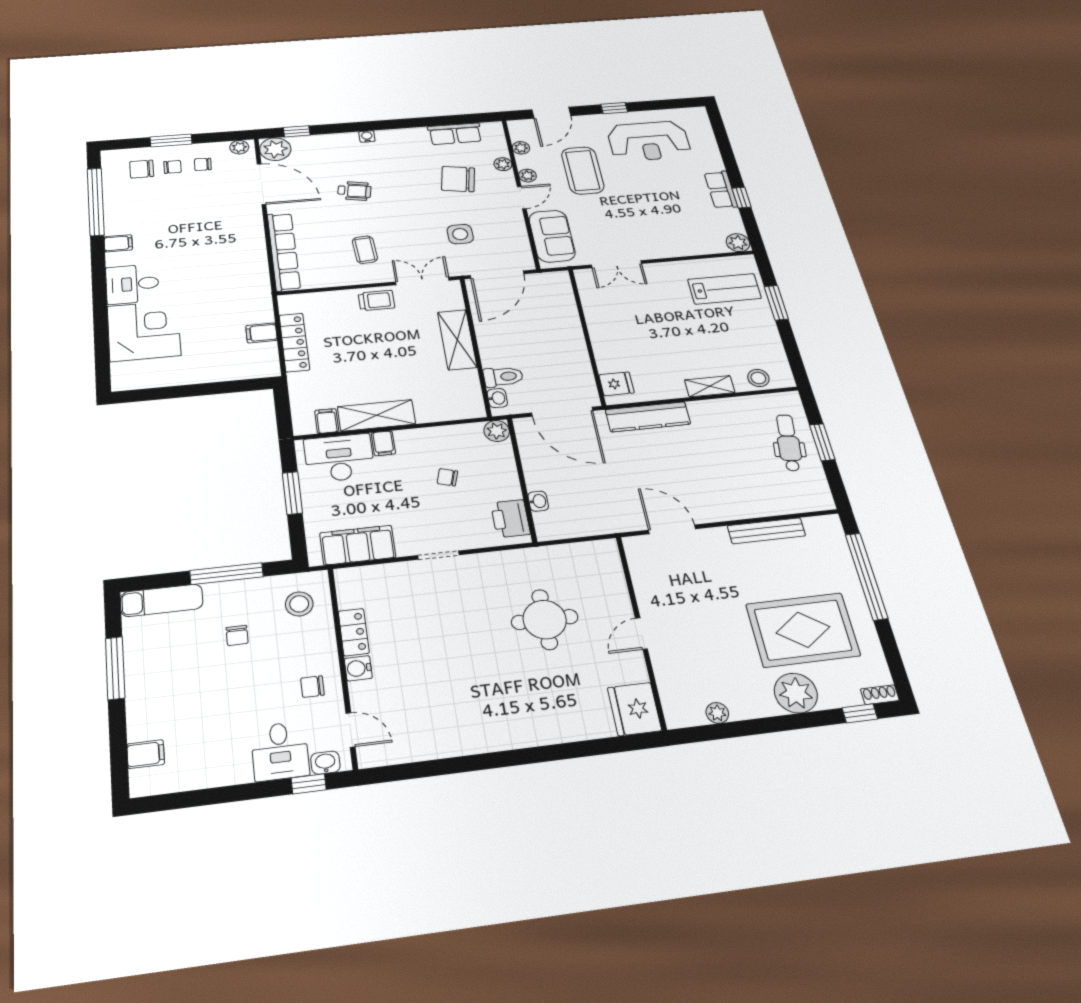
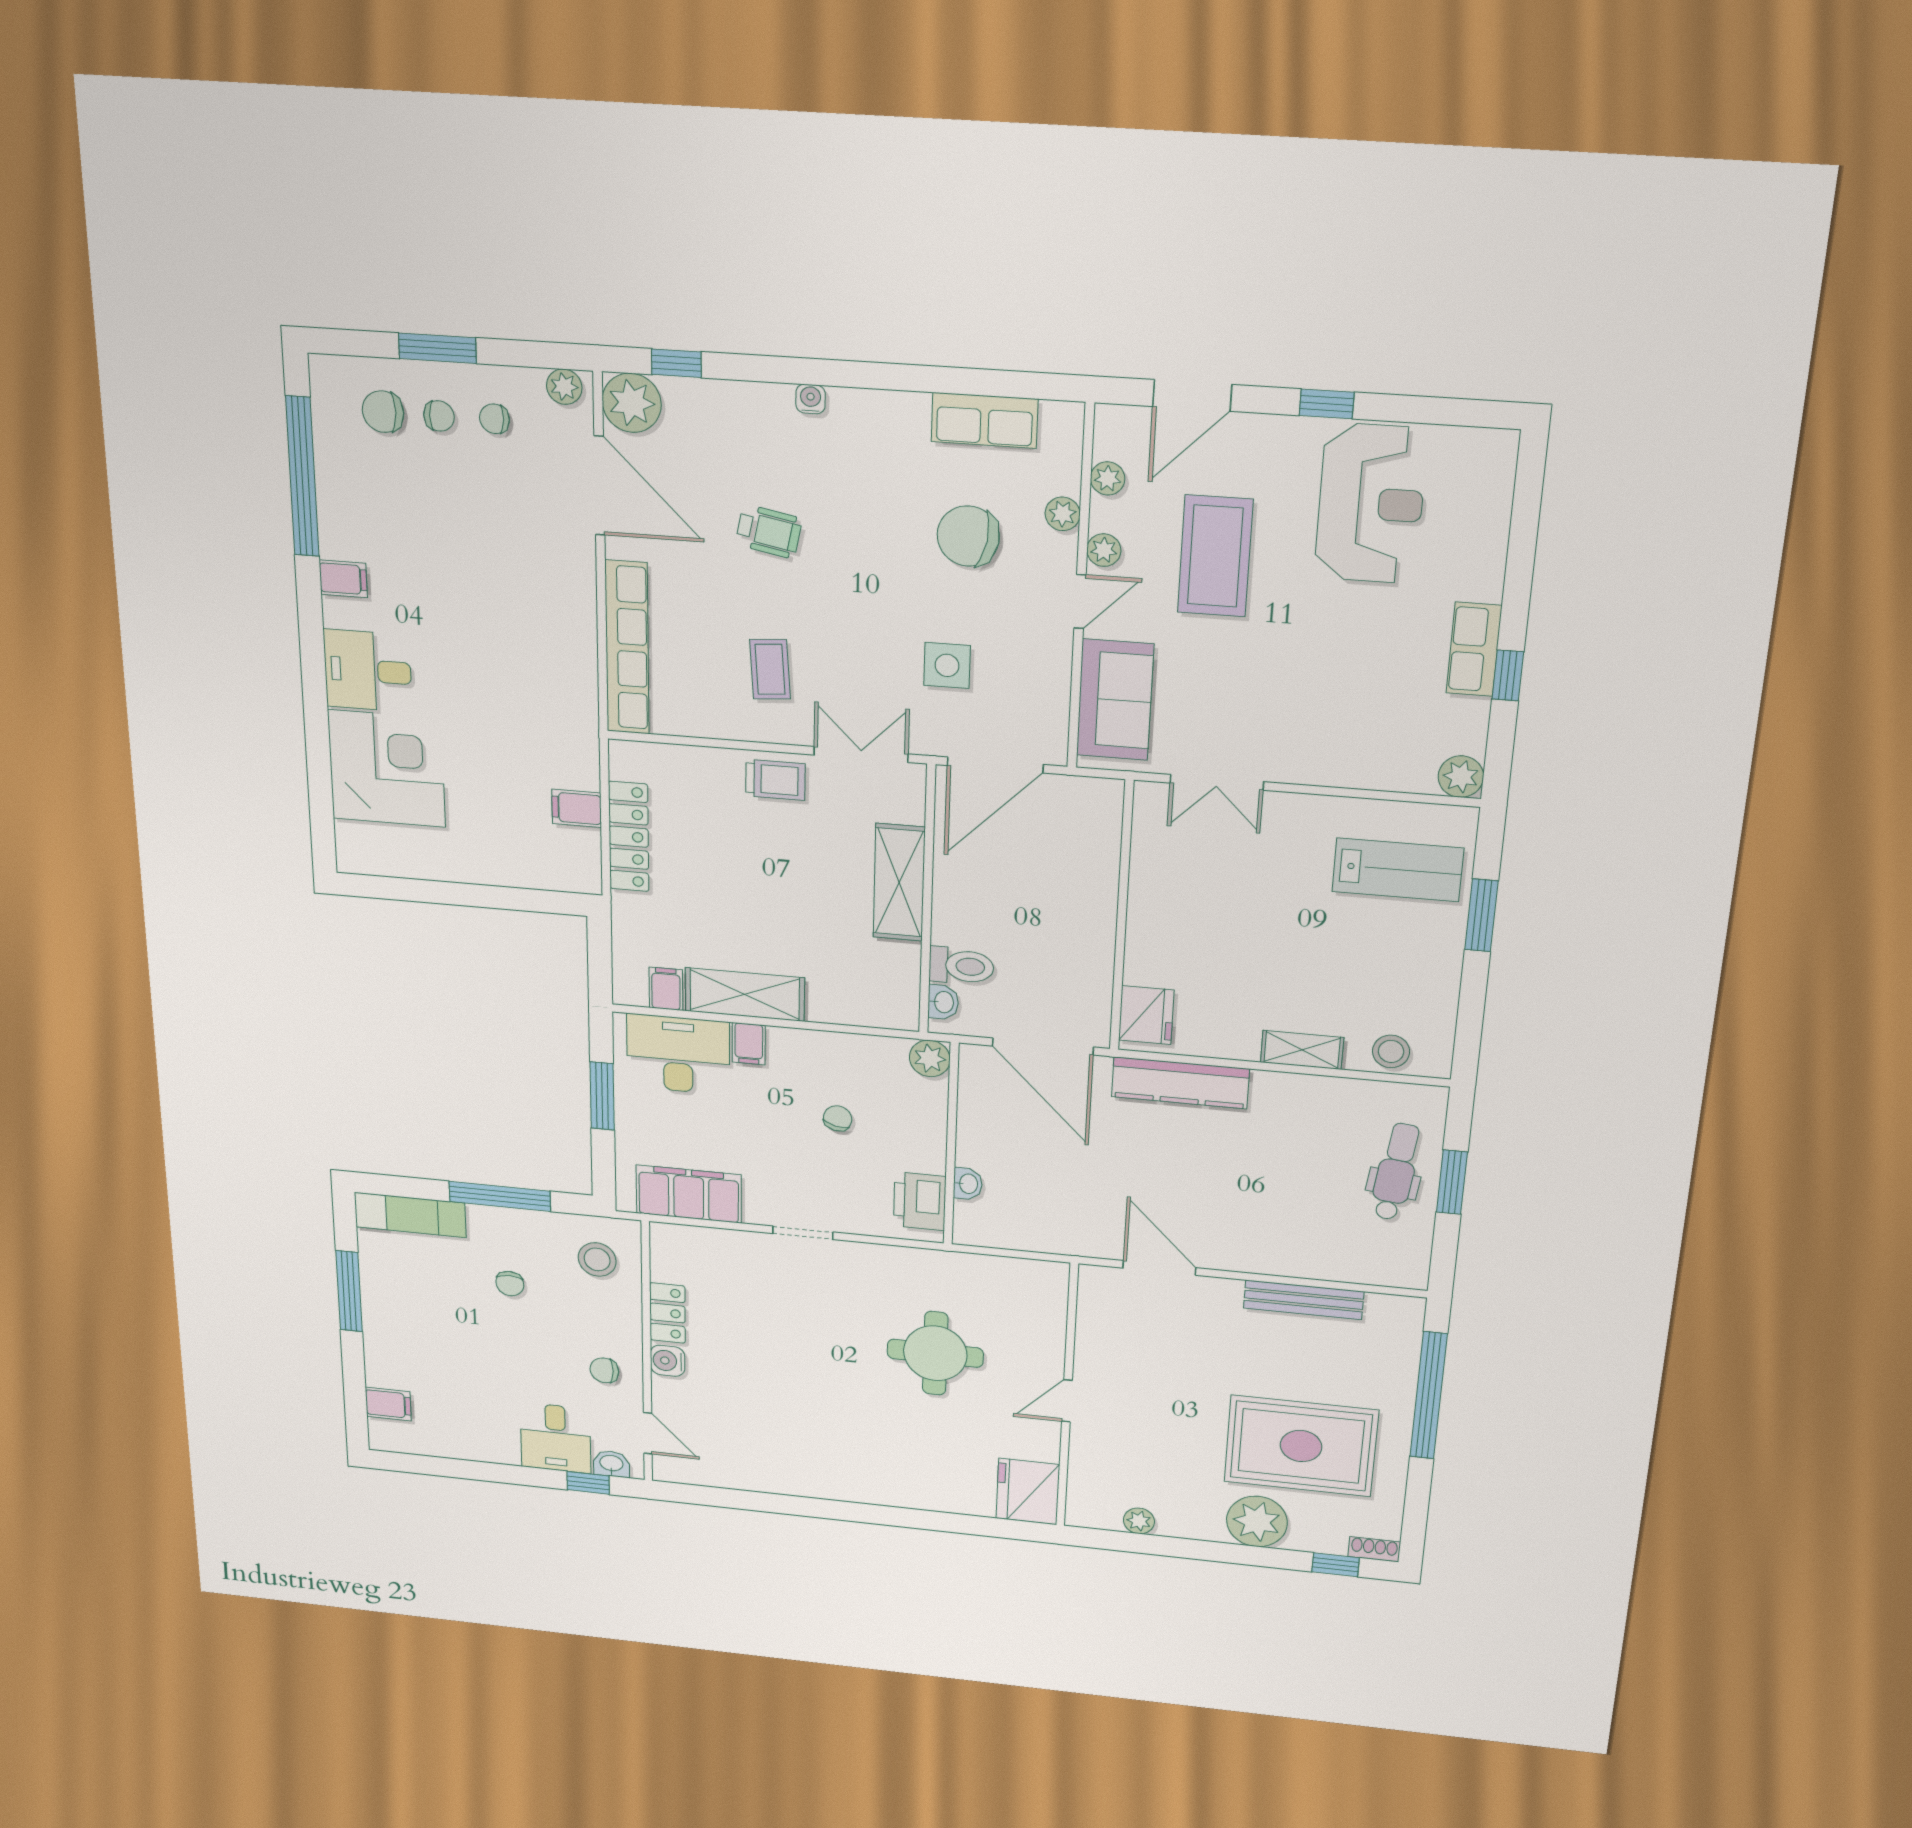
reception desk: (649, 141) -> (1371, 504), turned -90
fridge: (616, 384) -> (1146, 1015), width x1.38
chair: (447, 477) -> (838, 1118), turned 87

